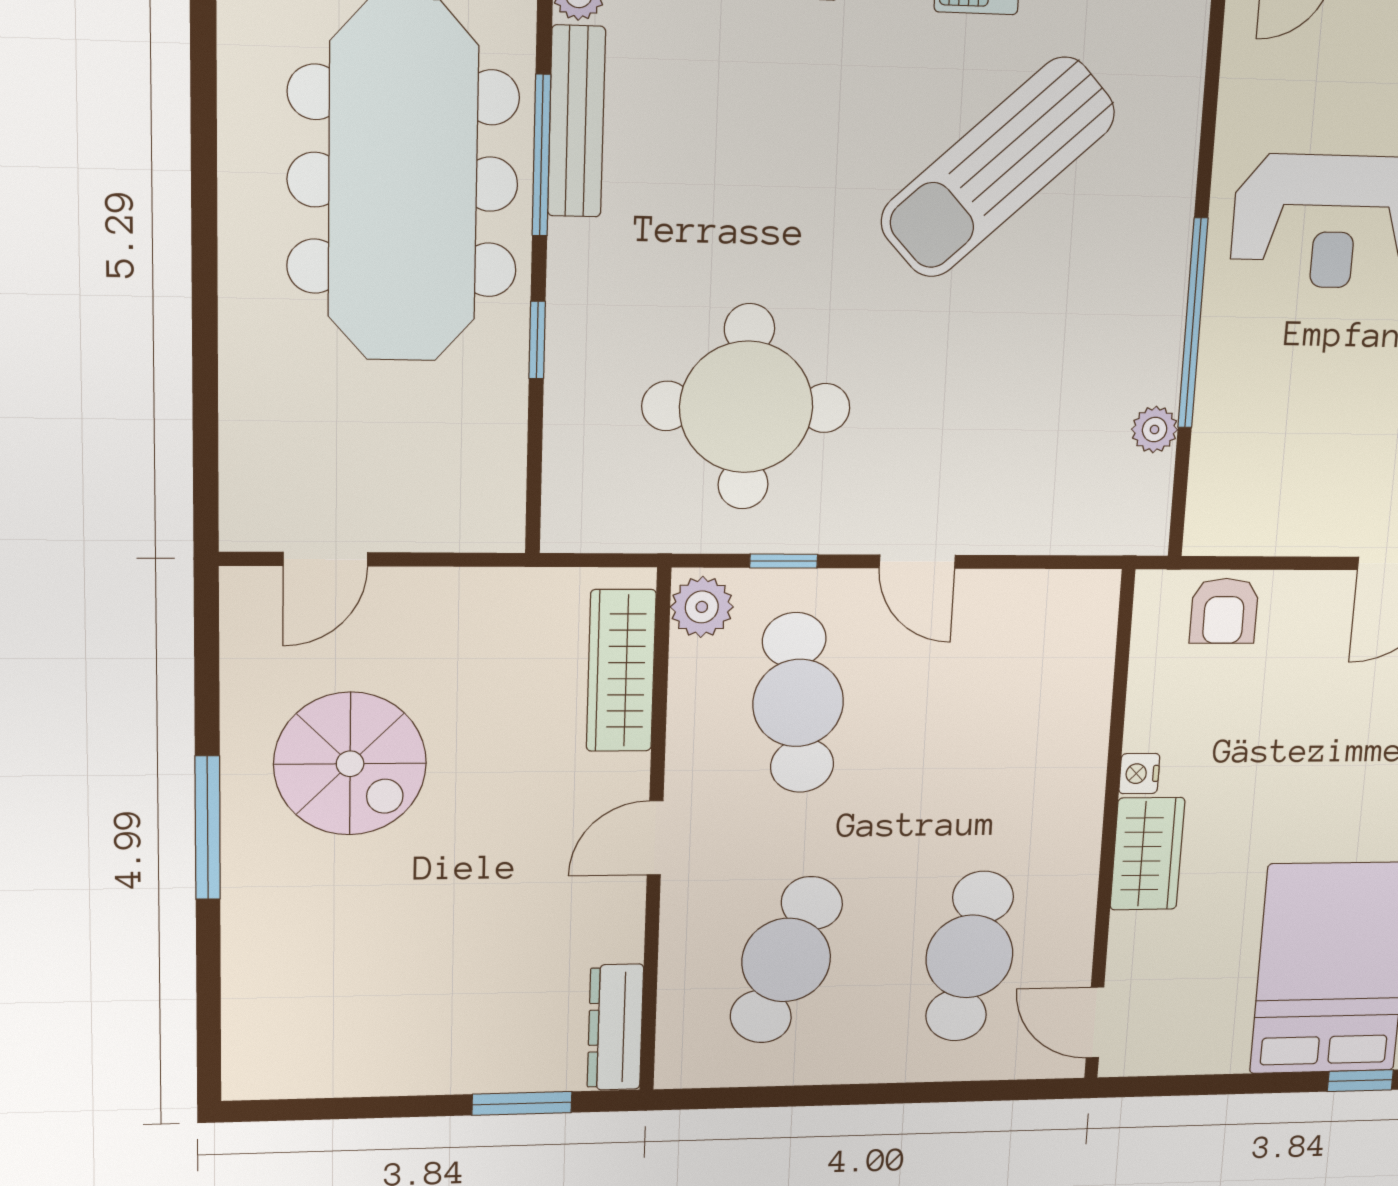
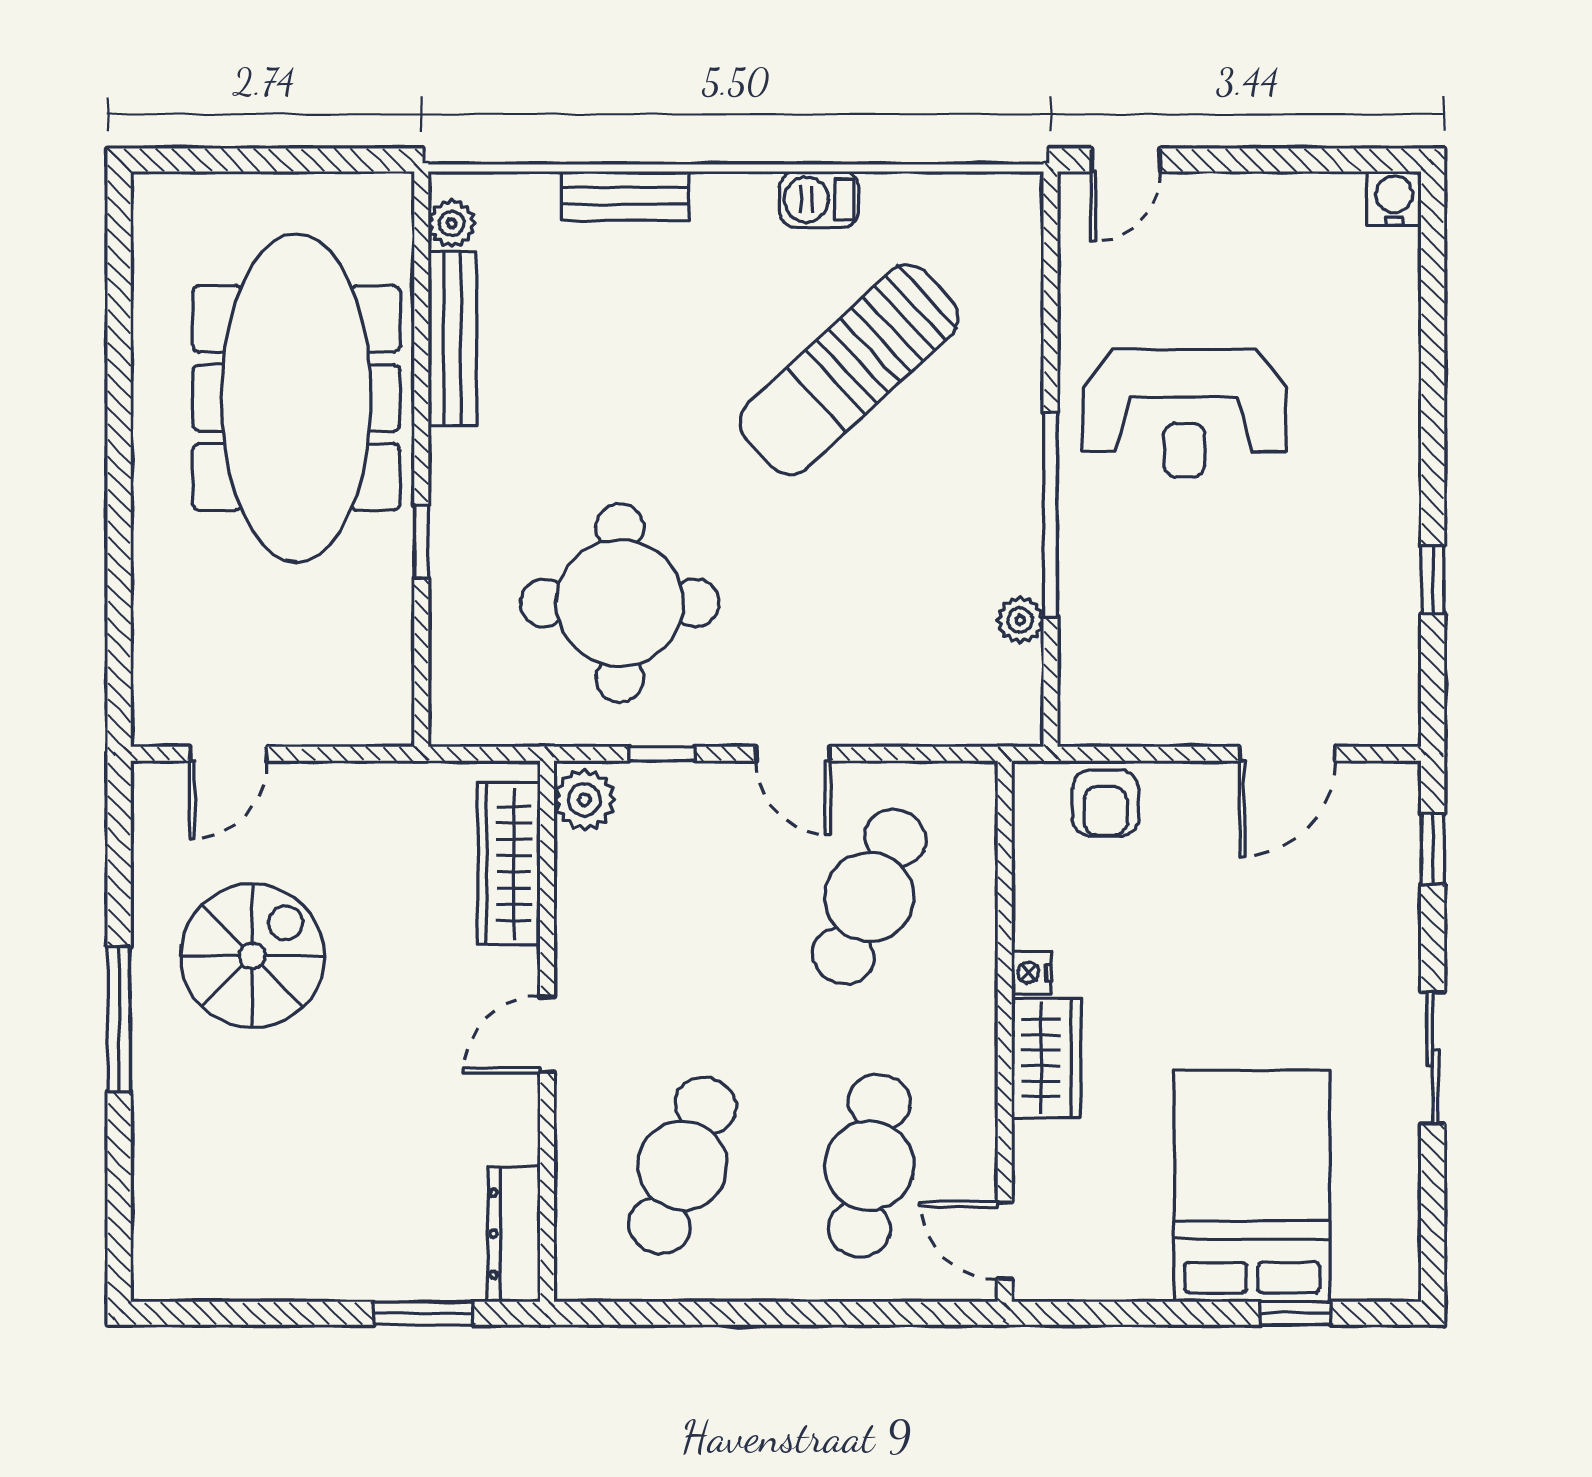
window: (541, 155) -> (421, 370), removed
cafe table: (798, 703) -> (869, 897), moved, turned 30
spiral stairs: (350, 764) -> (252, 956), turned -90

